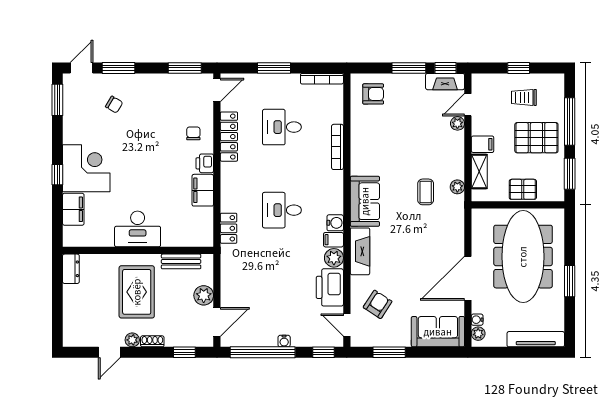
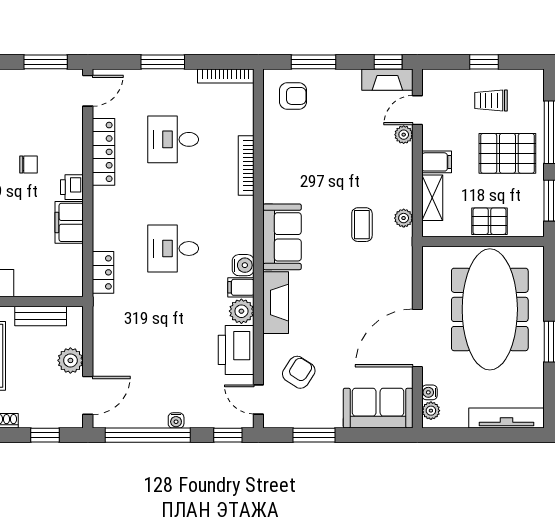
window: (409, 68) -> (314, 62), moved
chair: (193, 133) -> (28, 164), moved, turned 90

